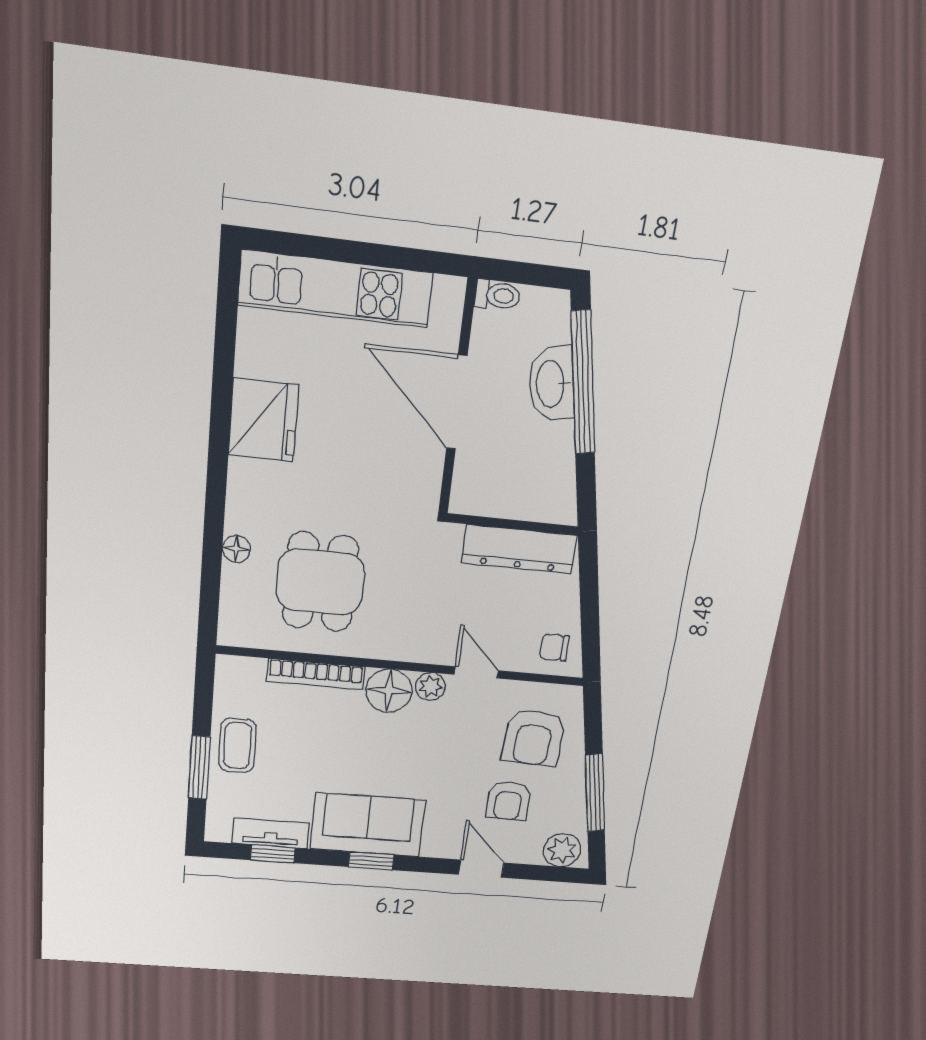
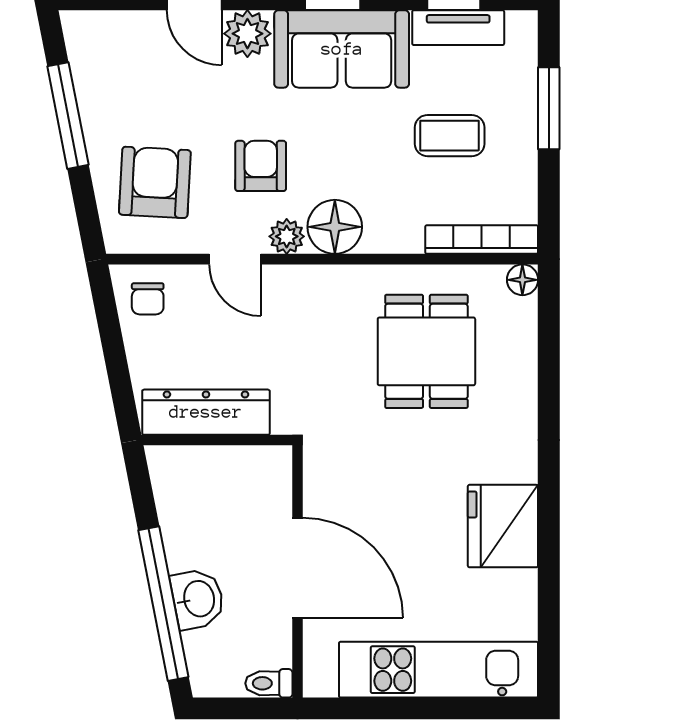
washbasin: (551, 384) -> (198, 599), width x0.72
floor lamp: (236, 549) -> (522, 280), moved
chair: (554, 647) -> (148, 299), turned 90
bookcase: (316, 674) -> (482, 240), moved
coffee table: (237, 745) -> (450, 136), moved, turned 90
armchair: (508, 801) -> (261, 166), moved
plant: (562, 850) -> (247, 34), moved

